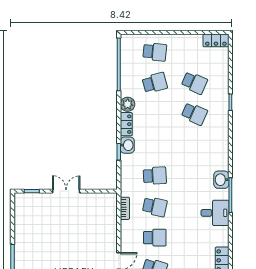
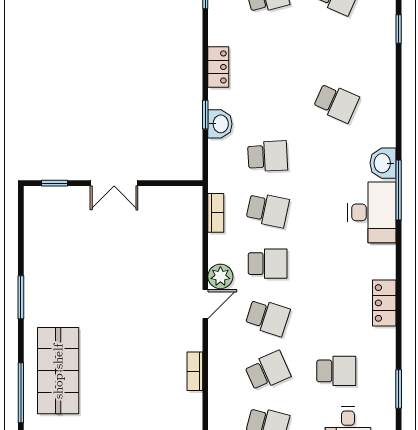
plant: (128, 104) -> (220, 276), moved
school desk: (194, 114) -> (336, 103), moved
washbasin: (127, 145) -> (220, 124), moved
double door: (66, 191) -> (114, 183), swing flipped
desk: (215, 213) -> (372, 212), width x1.37

